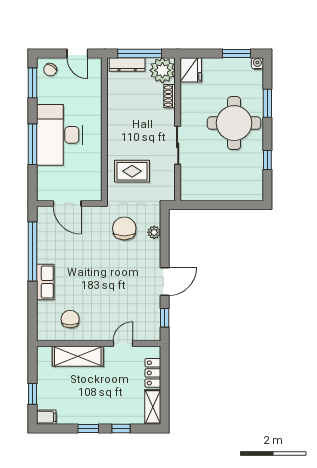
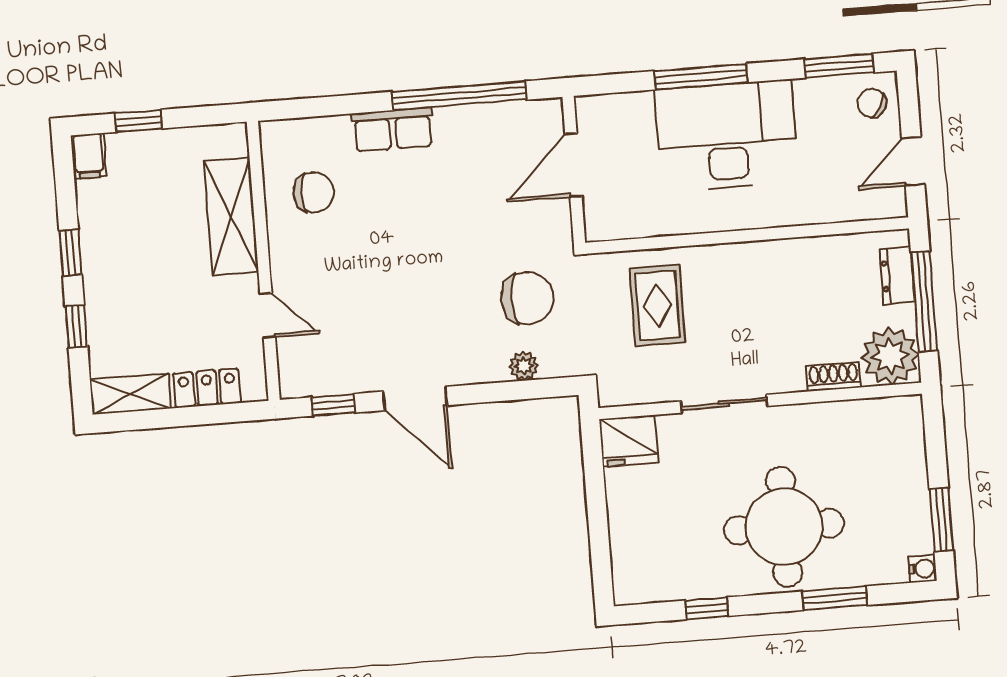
dresser: (127, 64) -> (897, 275), width x0.70
fridge: (191, 70) -> (629, 441), moved

